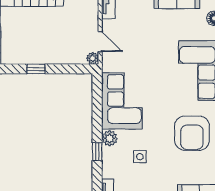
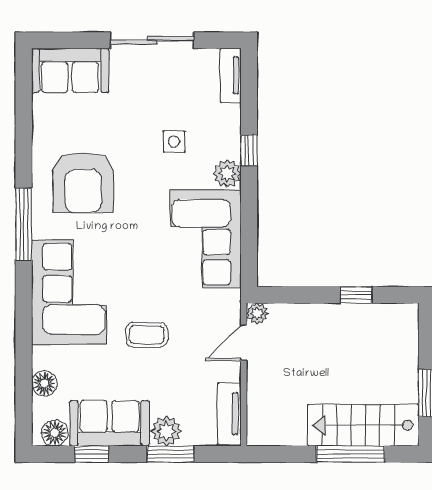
door: (100, 42) -> (244, 343), hinge flipped
coffee table: (156, 46) -> (147, 335), added
armchair: (192, 133) -> (83, 183), turned 180

